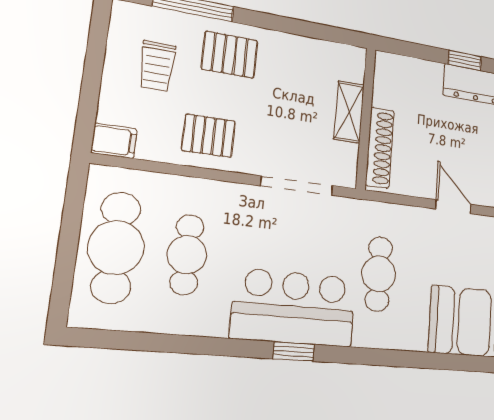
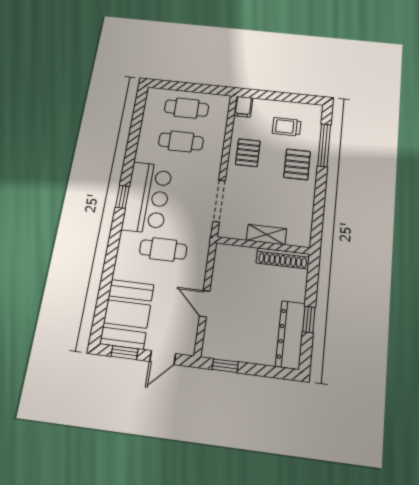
shoe rack: (380, 148) -> (283, 258), moved
door: (453, 207) -> (205, 304), swing flipped
cafe table: (116, 247) -> (186, 108), width x0.73, depth x0.74

